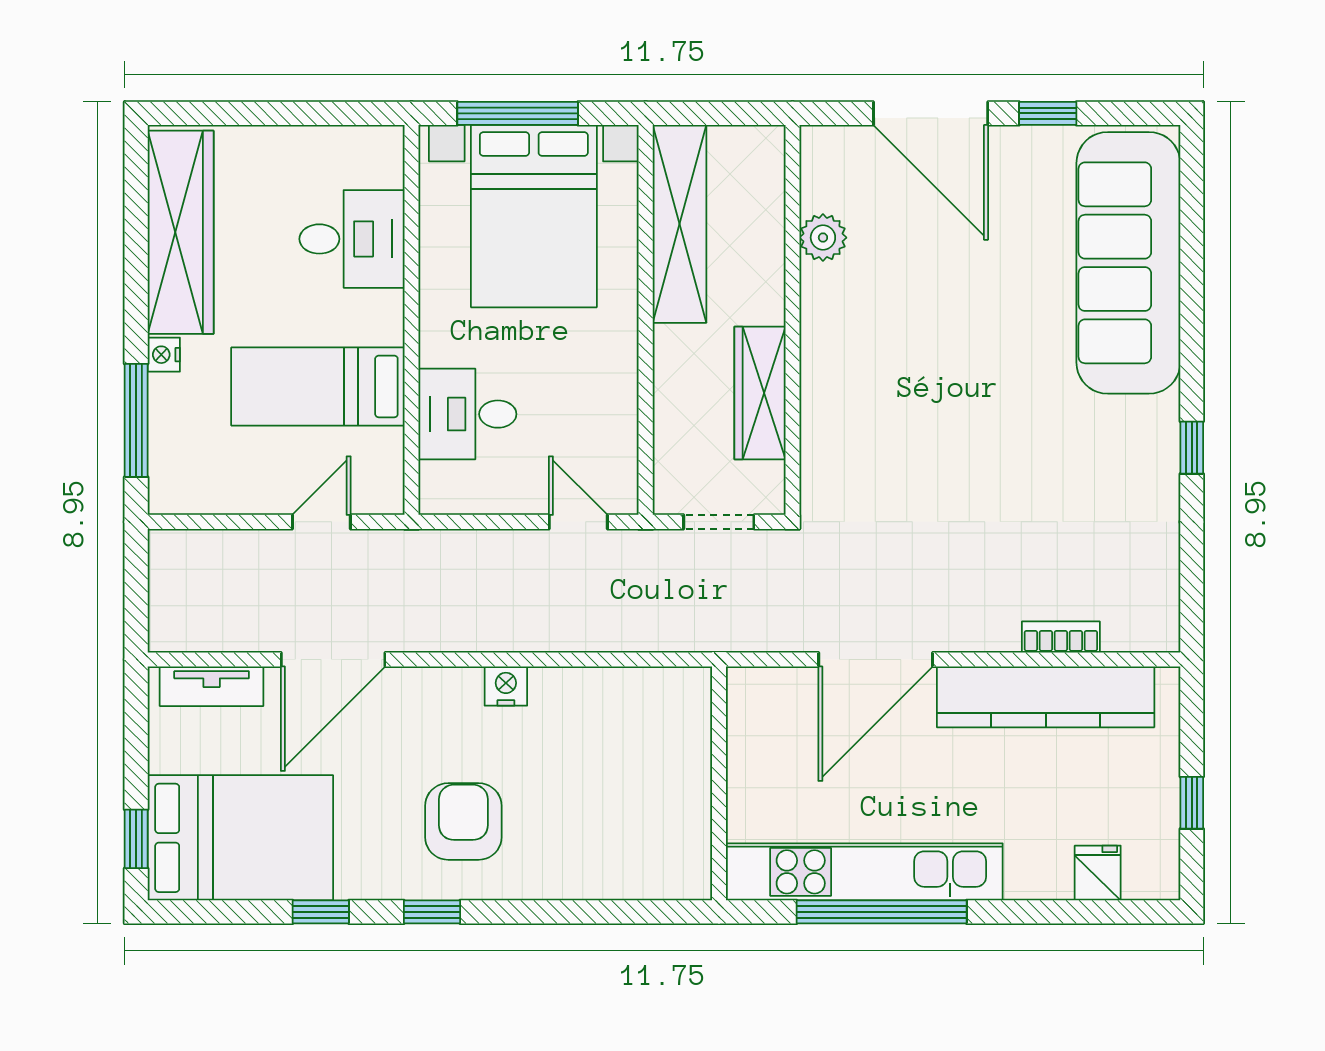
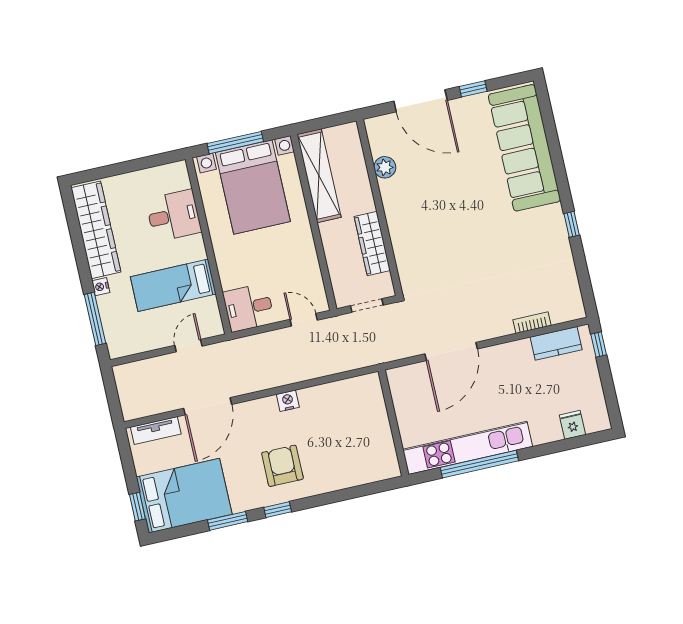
desk: (467, 414) -> (249, 307), moved
kitchen counter: (1046, 697) -> (556, 343), width x0.48, depth x0.86
window: (1192, 803) -> (599, 344), moved
window: (321, 912) -> (228, 521), width x1.50

